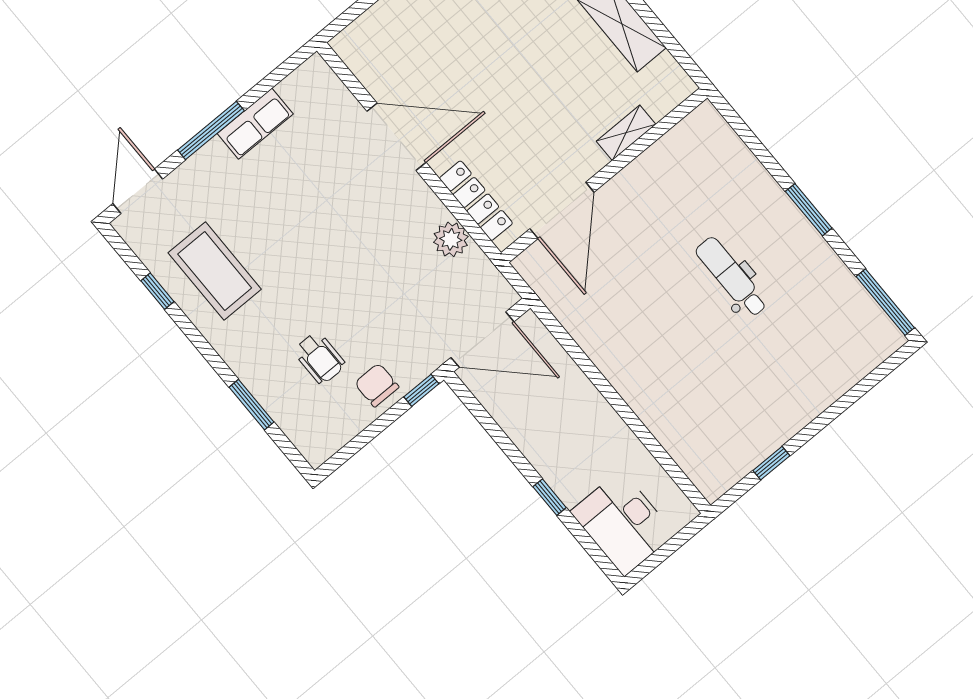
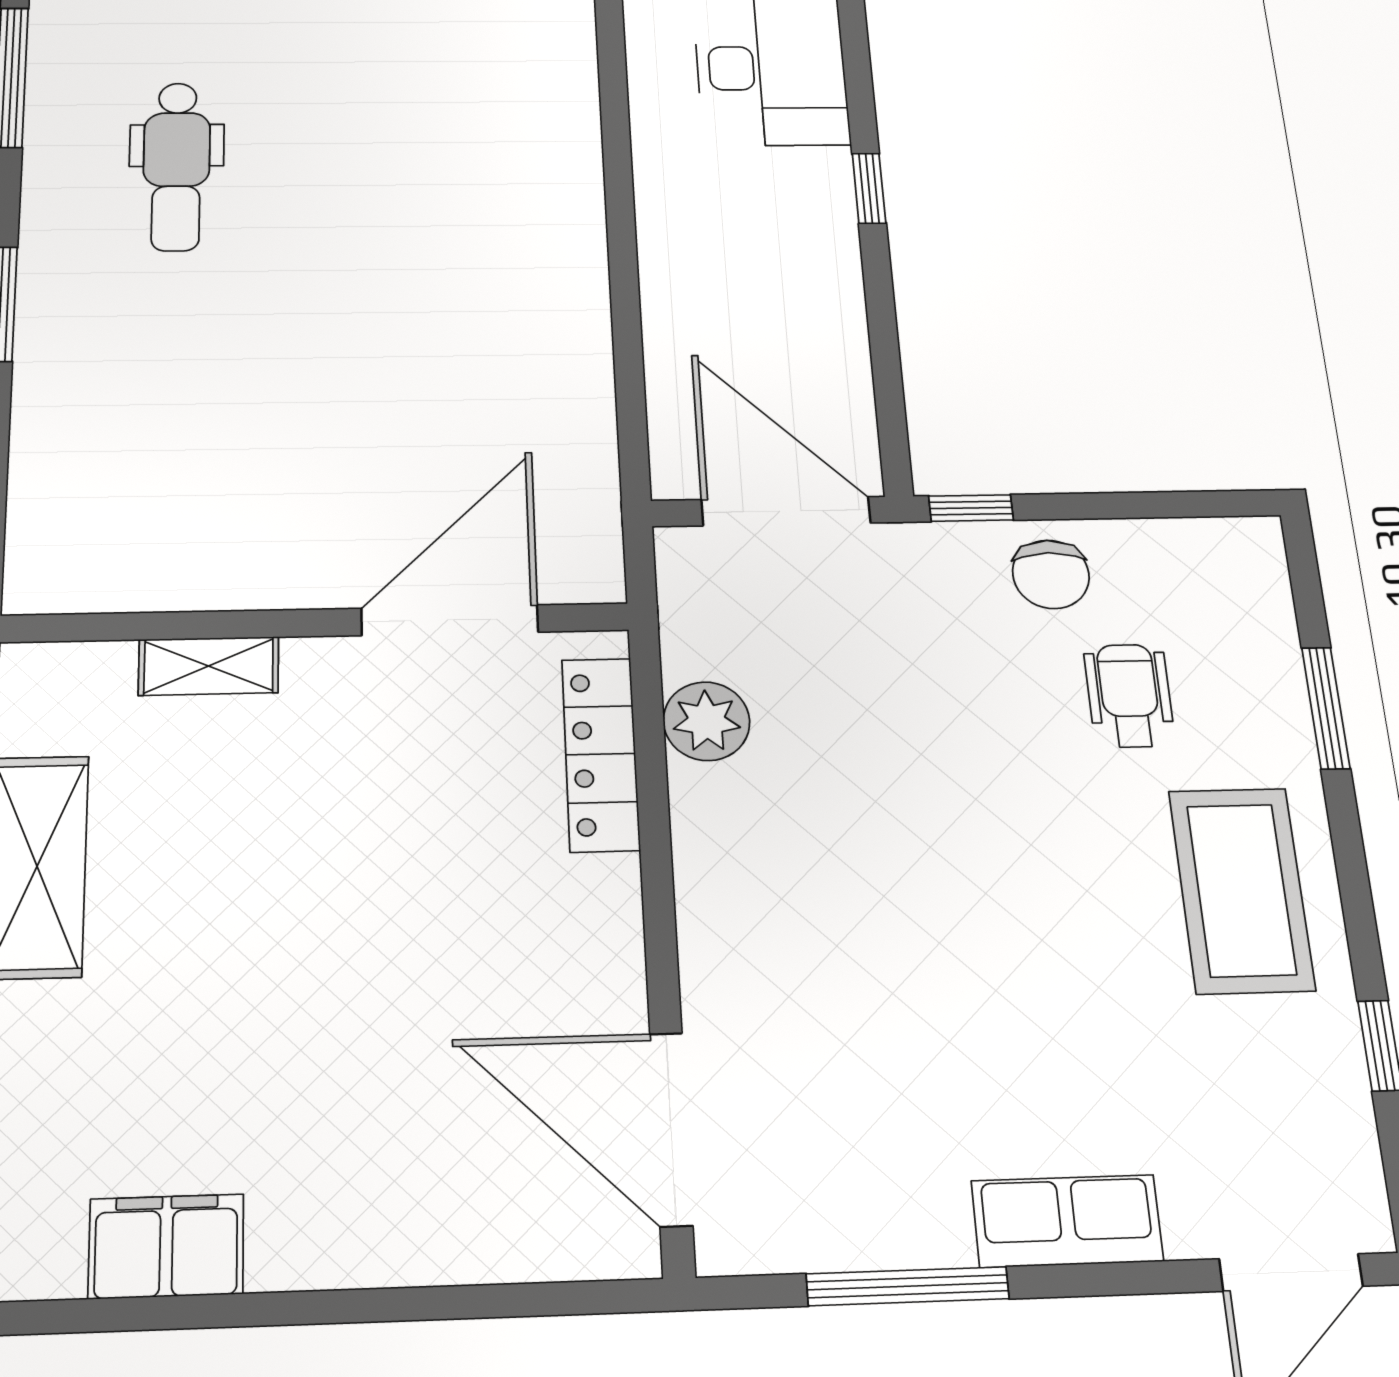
row of seats: (255, 124) -> (1067, 1221), moved
window: (211, 130) -> (908, 1286), moved
door: (396, 137) -> (671, 1129), moved
coffee table: (215, 271) -> (1241, 890), moved
dental chair: (732, 277) -> (176, 166), moved

